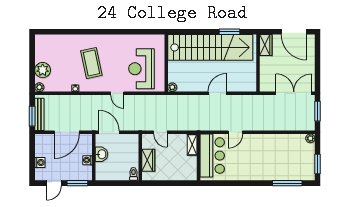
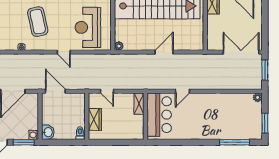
washbasin: (102, 154) -> (48, 132), moved
washing machine: (87, 160) -> (34, 135), moved

